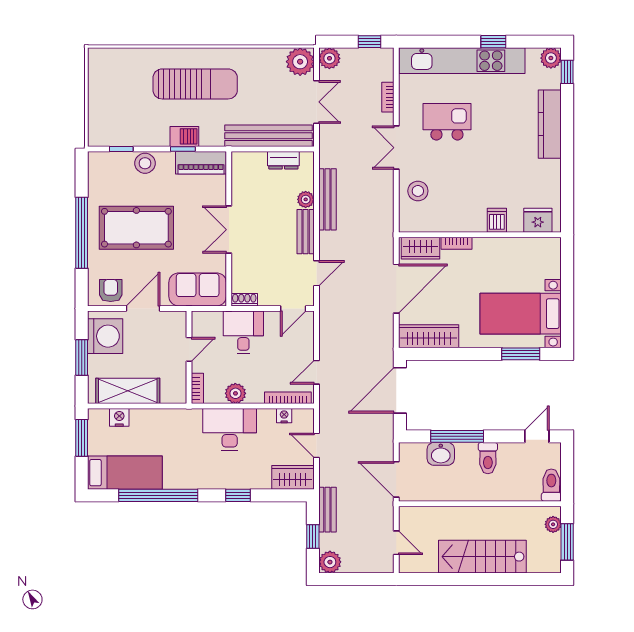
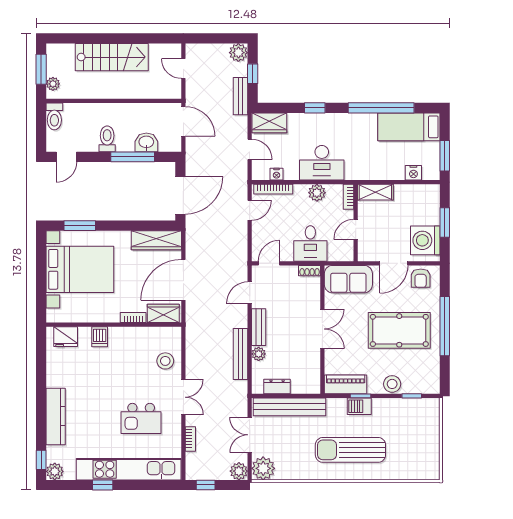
bed with nightstands: (521, 314) -> (80, 269), width x1.36
shelving: (128, 391) -> (375, 192), moved, width x0.67, depth x0.75

